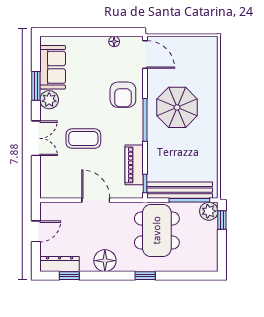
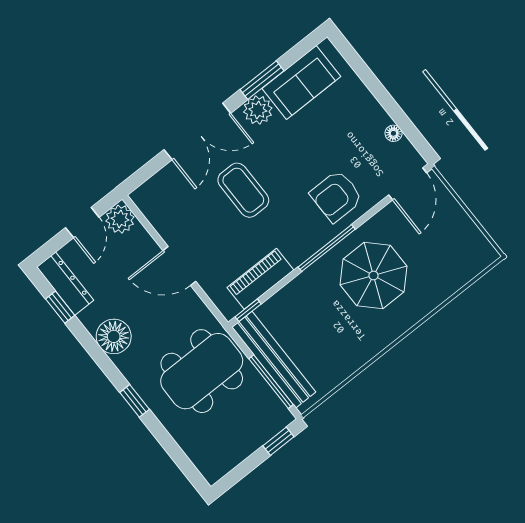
double door: (36, 138) -> (197, 131), width x1.37
door: (96, 200) -> (179, 266), swing flipped
plant: (209, 211) -> (120, 219), moved
door: (36, 231) -> (82, 223), hinge flipped

